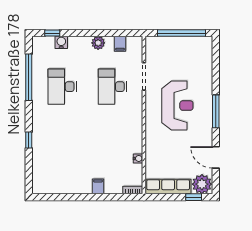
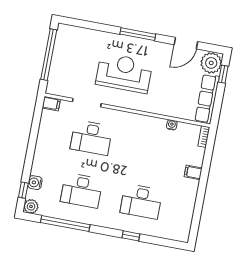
plant: (98, 43) -> (31, 206), moved
filing cabinet: (120, 44) -> (51, 104), moved
desk: (62, 144) -> (141, 202), added

